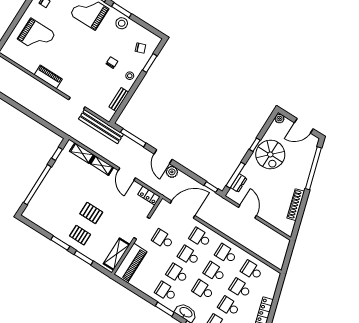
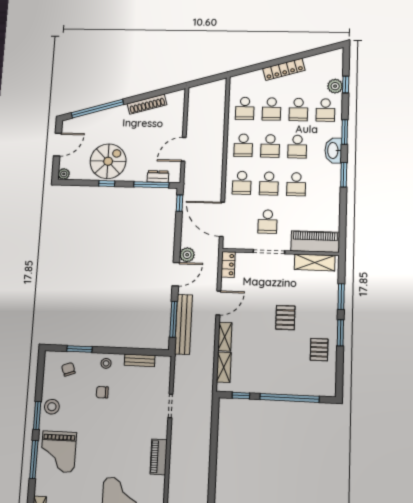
door: (304, 126) -> (58, 145), hinge flipped
bench: (101, 127) -> (183, 324), moved
pallet: (80, 235) -> (319, 350), moved
school desk: (166, 292) -> (324, 185), removed

